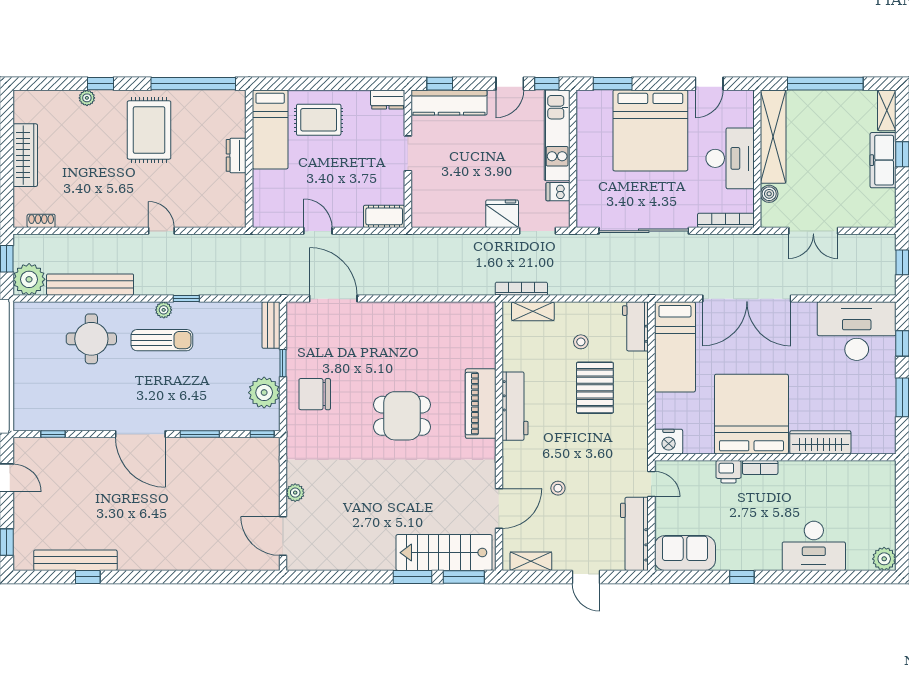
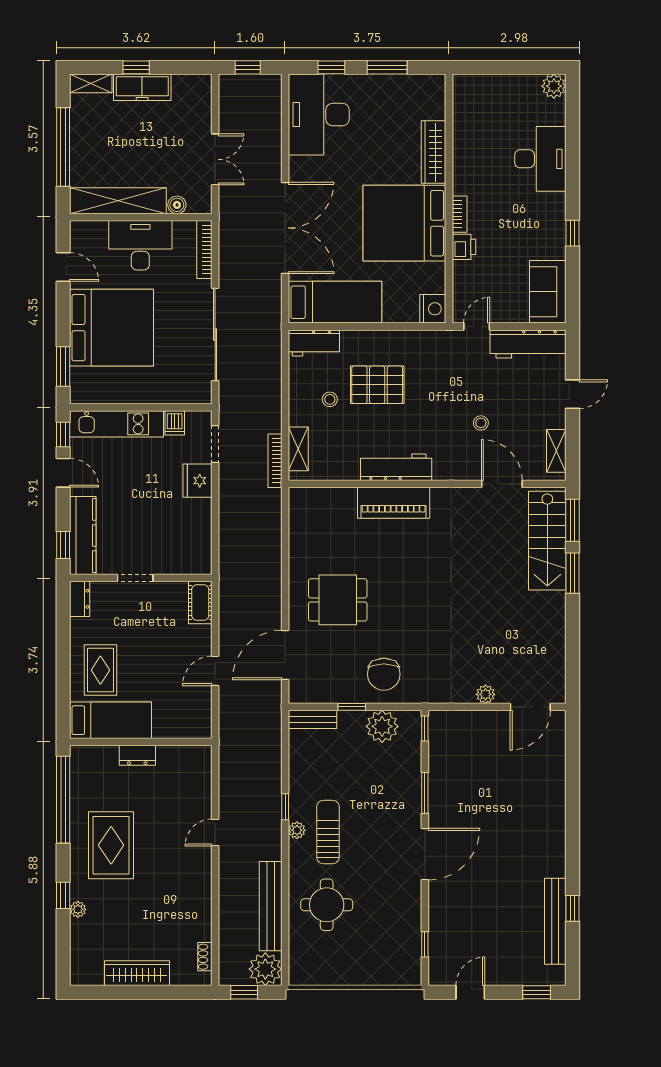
rug: (149, 130) -> (111, 845), turned 90
dining table: (402, 416) -> (338, 600), moved, turned 90

